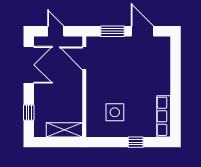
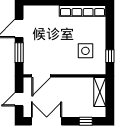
row of seats: (164, 116) -> (83, 11), width x1.36
window: (136, 142) -> (110, 56), moved

